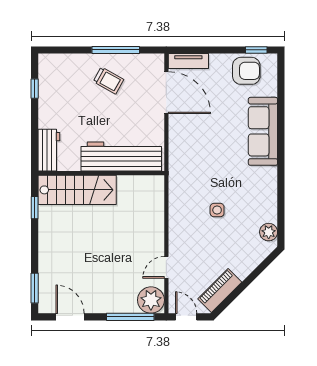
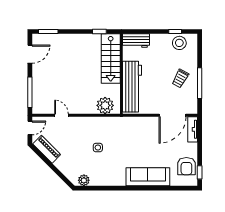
stool: (53, 82) -> (179, 43), added
plant: (151, 300) -> (105, 105), moved

